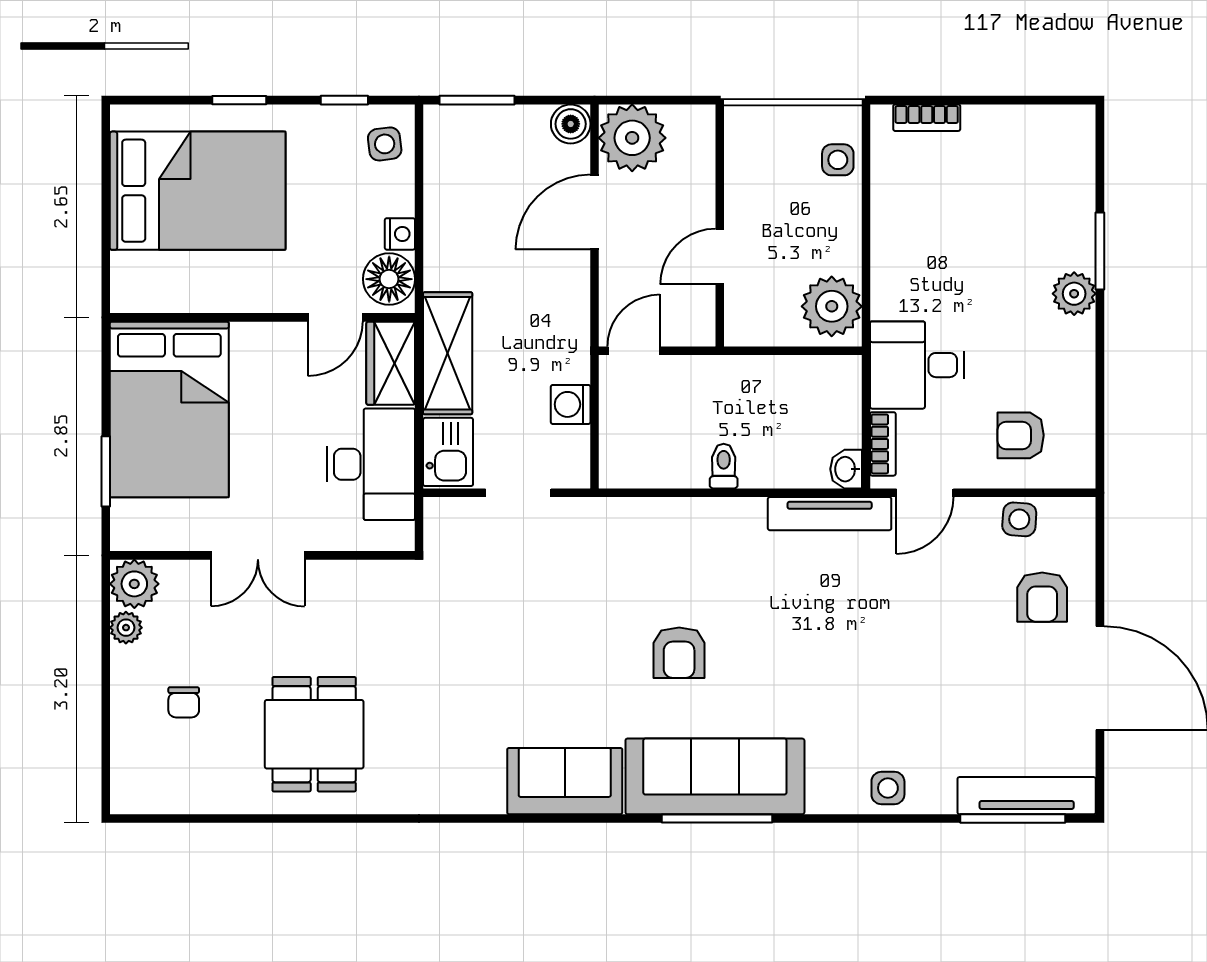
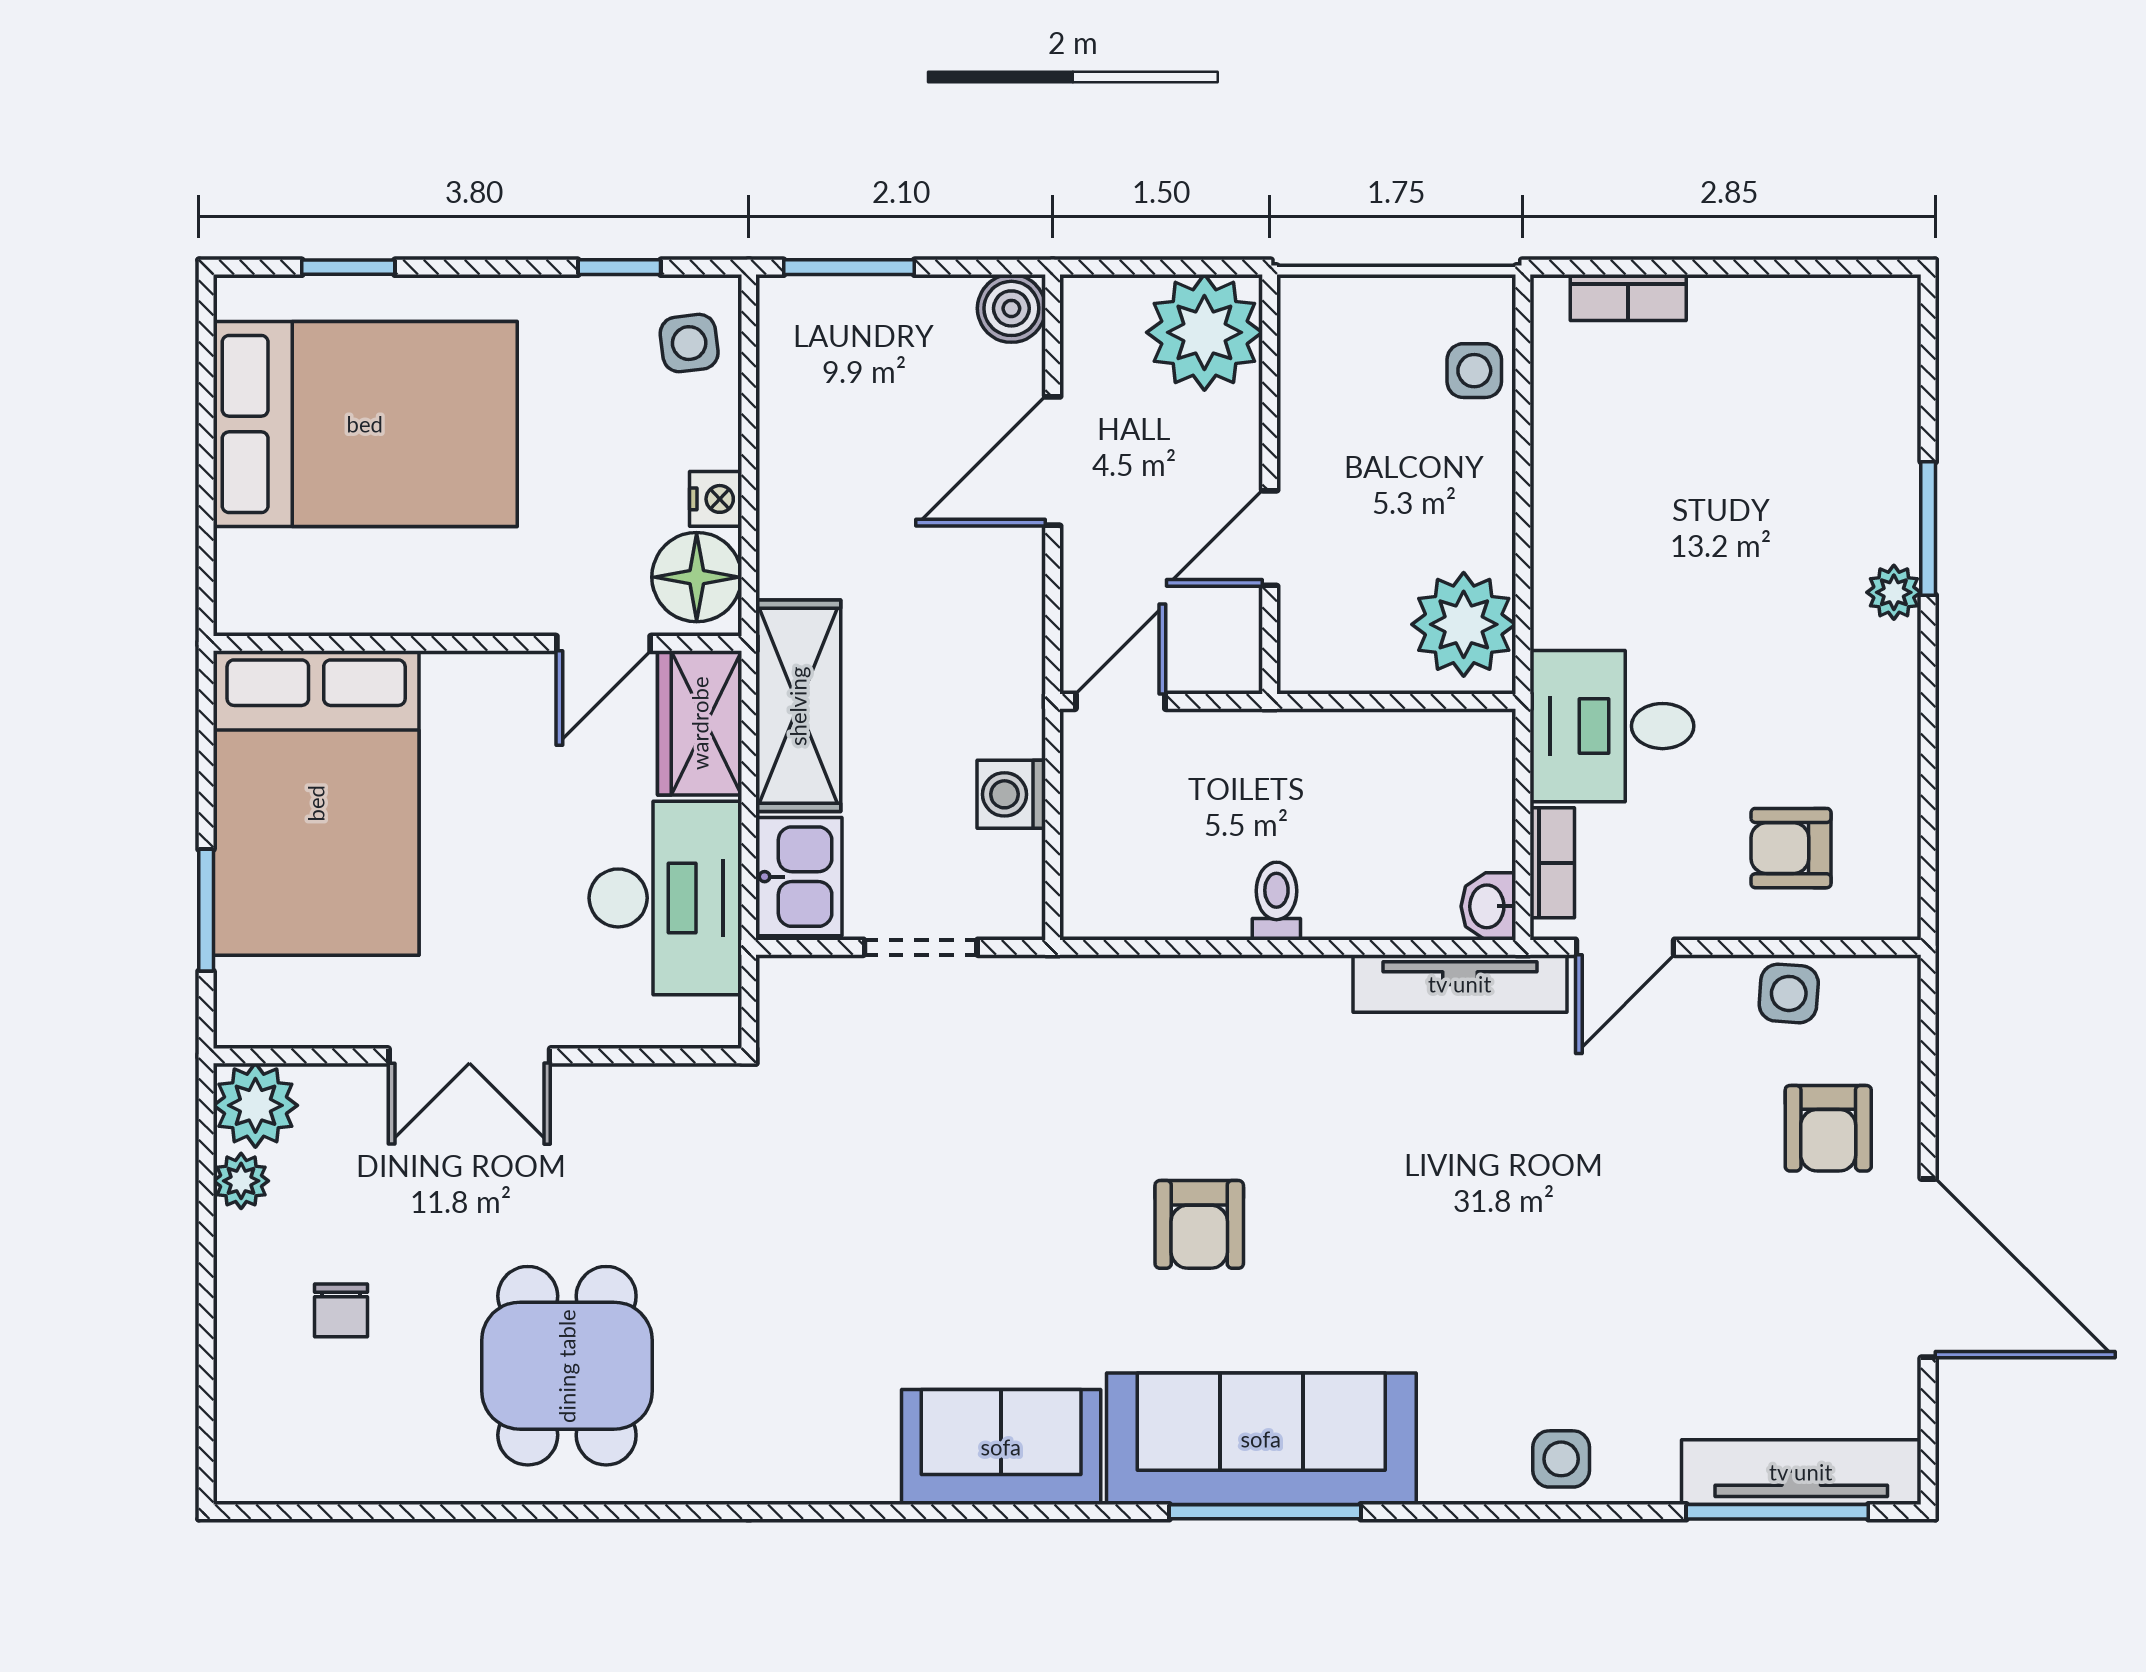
window: (239, 100) -> (348, 267), moved
plant: (632, 138) -> (1204, 332), moved
plant: (1074, 294) -> (1894, 592), width x0.73, depth x0.73

